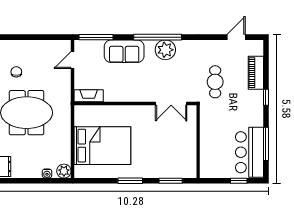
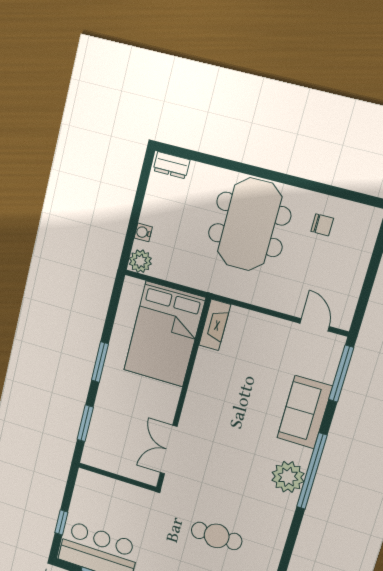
fireplace: (89, 96) -> (215, 325), moved
wall: (135, 104) -> (183, 395), moved
double door: (171, 104) -> (169, 450), moved

